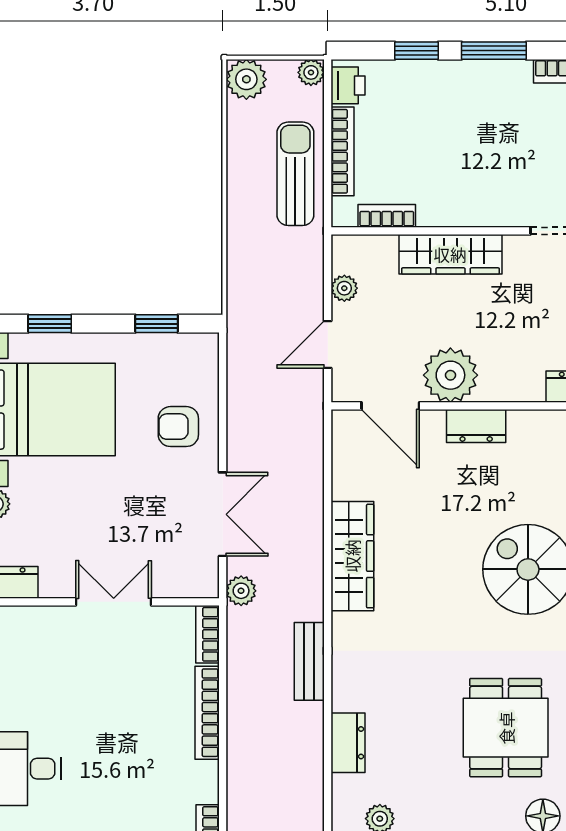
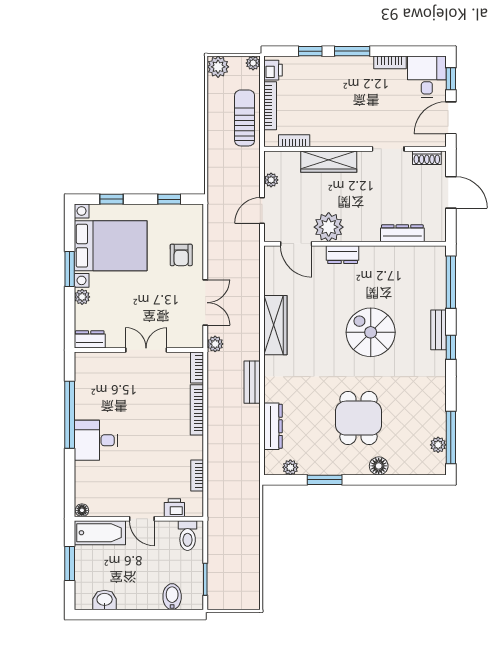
armchair: (178, 427) -> (181, 255), turned -90
dresser: (348, 743) -> (273, 426), width x1.44

